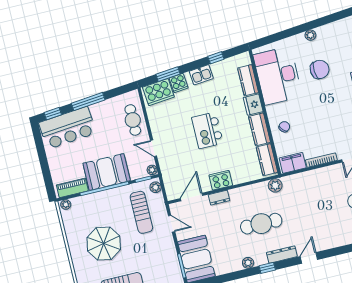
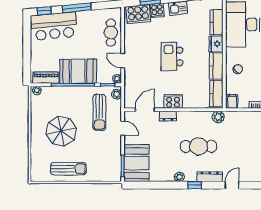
filing cabinet: (293, 163) -> (232, 101), width x0.50

